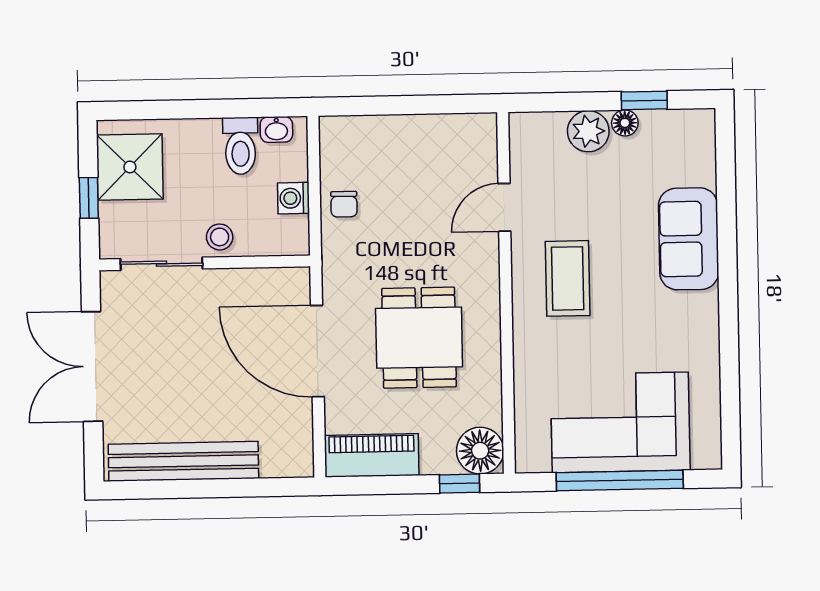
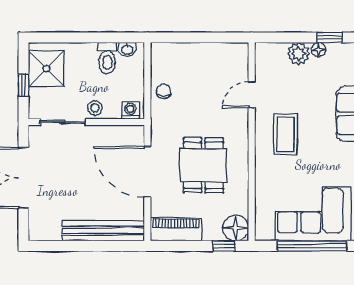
washing machine: (293, 198) -> (130, 110), moved, turned 90
chair: (344, 204) -> (164, 91), turned 180
bench: (183, 461) -> (103, 231), moved

